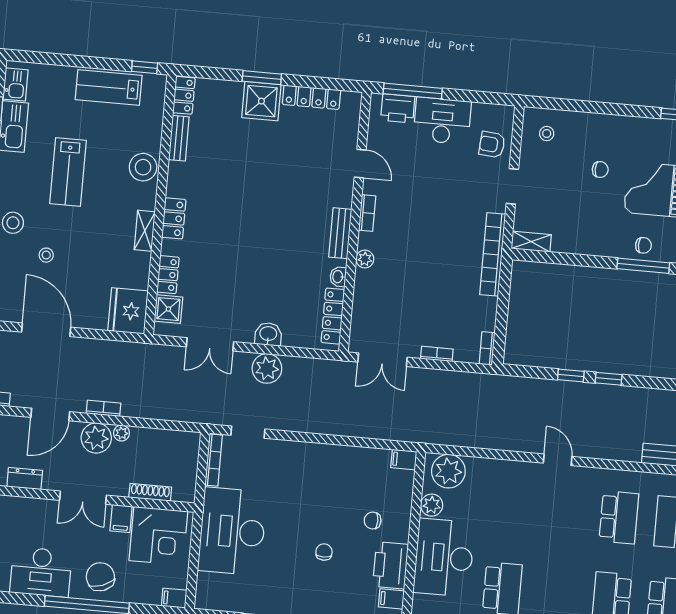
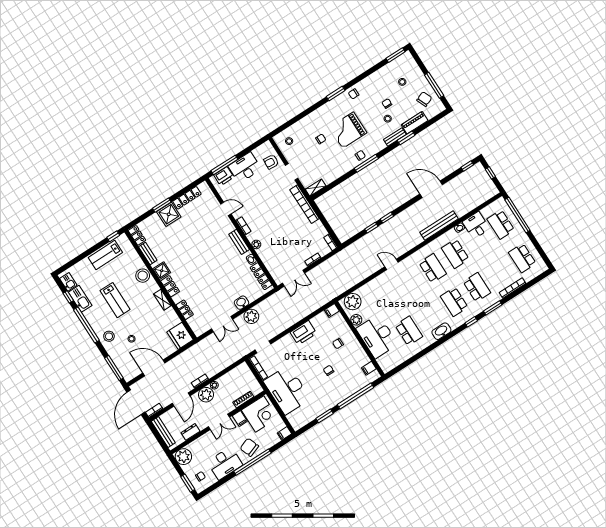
shower: (168, 309) -> (162, 271), moved
printer: (391, 565) -> (303, 333), moved, turned -90

